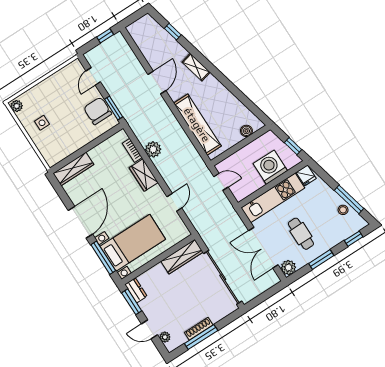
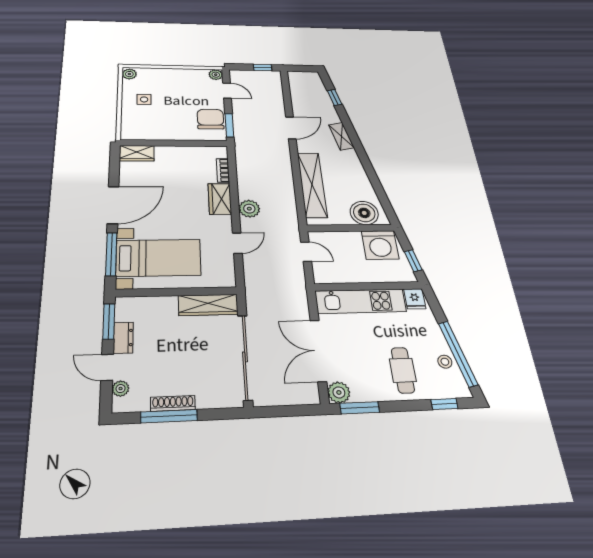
plant: (76, 66) -> (216, 75), added
door: (93, 76) -> (227, 91), swing flipped
boiler: (246, 131) -> (364, 213), width x1.86, depth x1.86
plant: (153, 149) -> (249, 209), moved
washing machine: (270, 167) -> (380, 245), moved, turned 180
wardrobe: (73, 169) -> (137, 153), width x0.67
window: (349, 199) -> (458, 354), width x1.46
cafe table: (301, 234) -> (403, 370), moved
window: (321, 260) -> (360, 408), moved
dresser: (136, 290) -> (123, 338), moved

